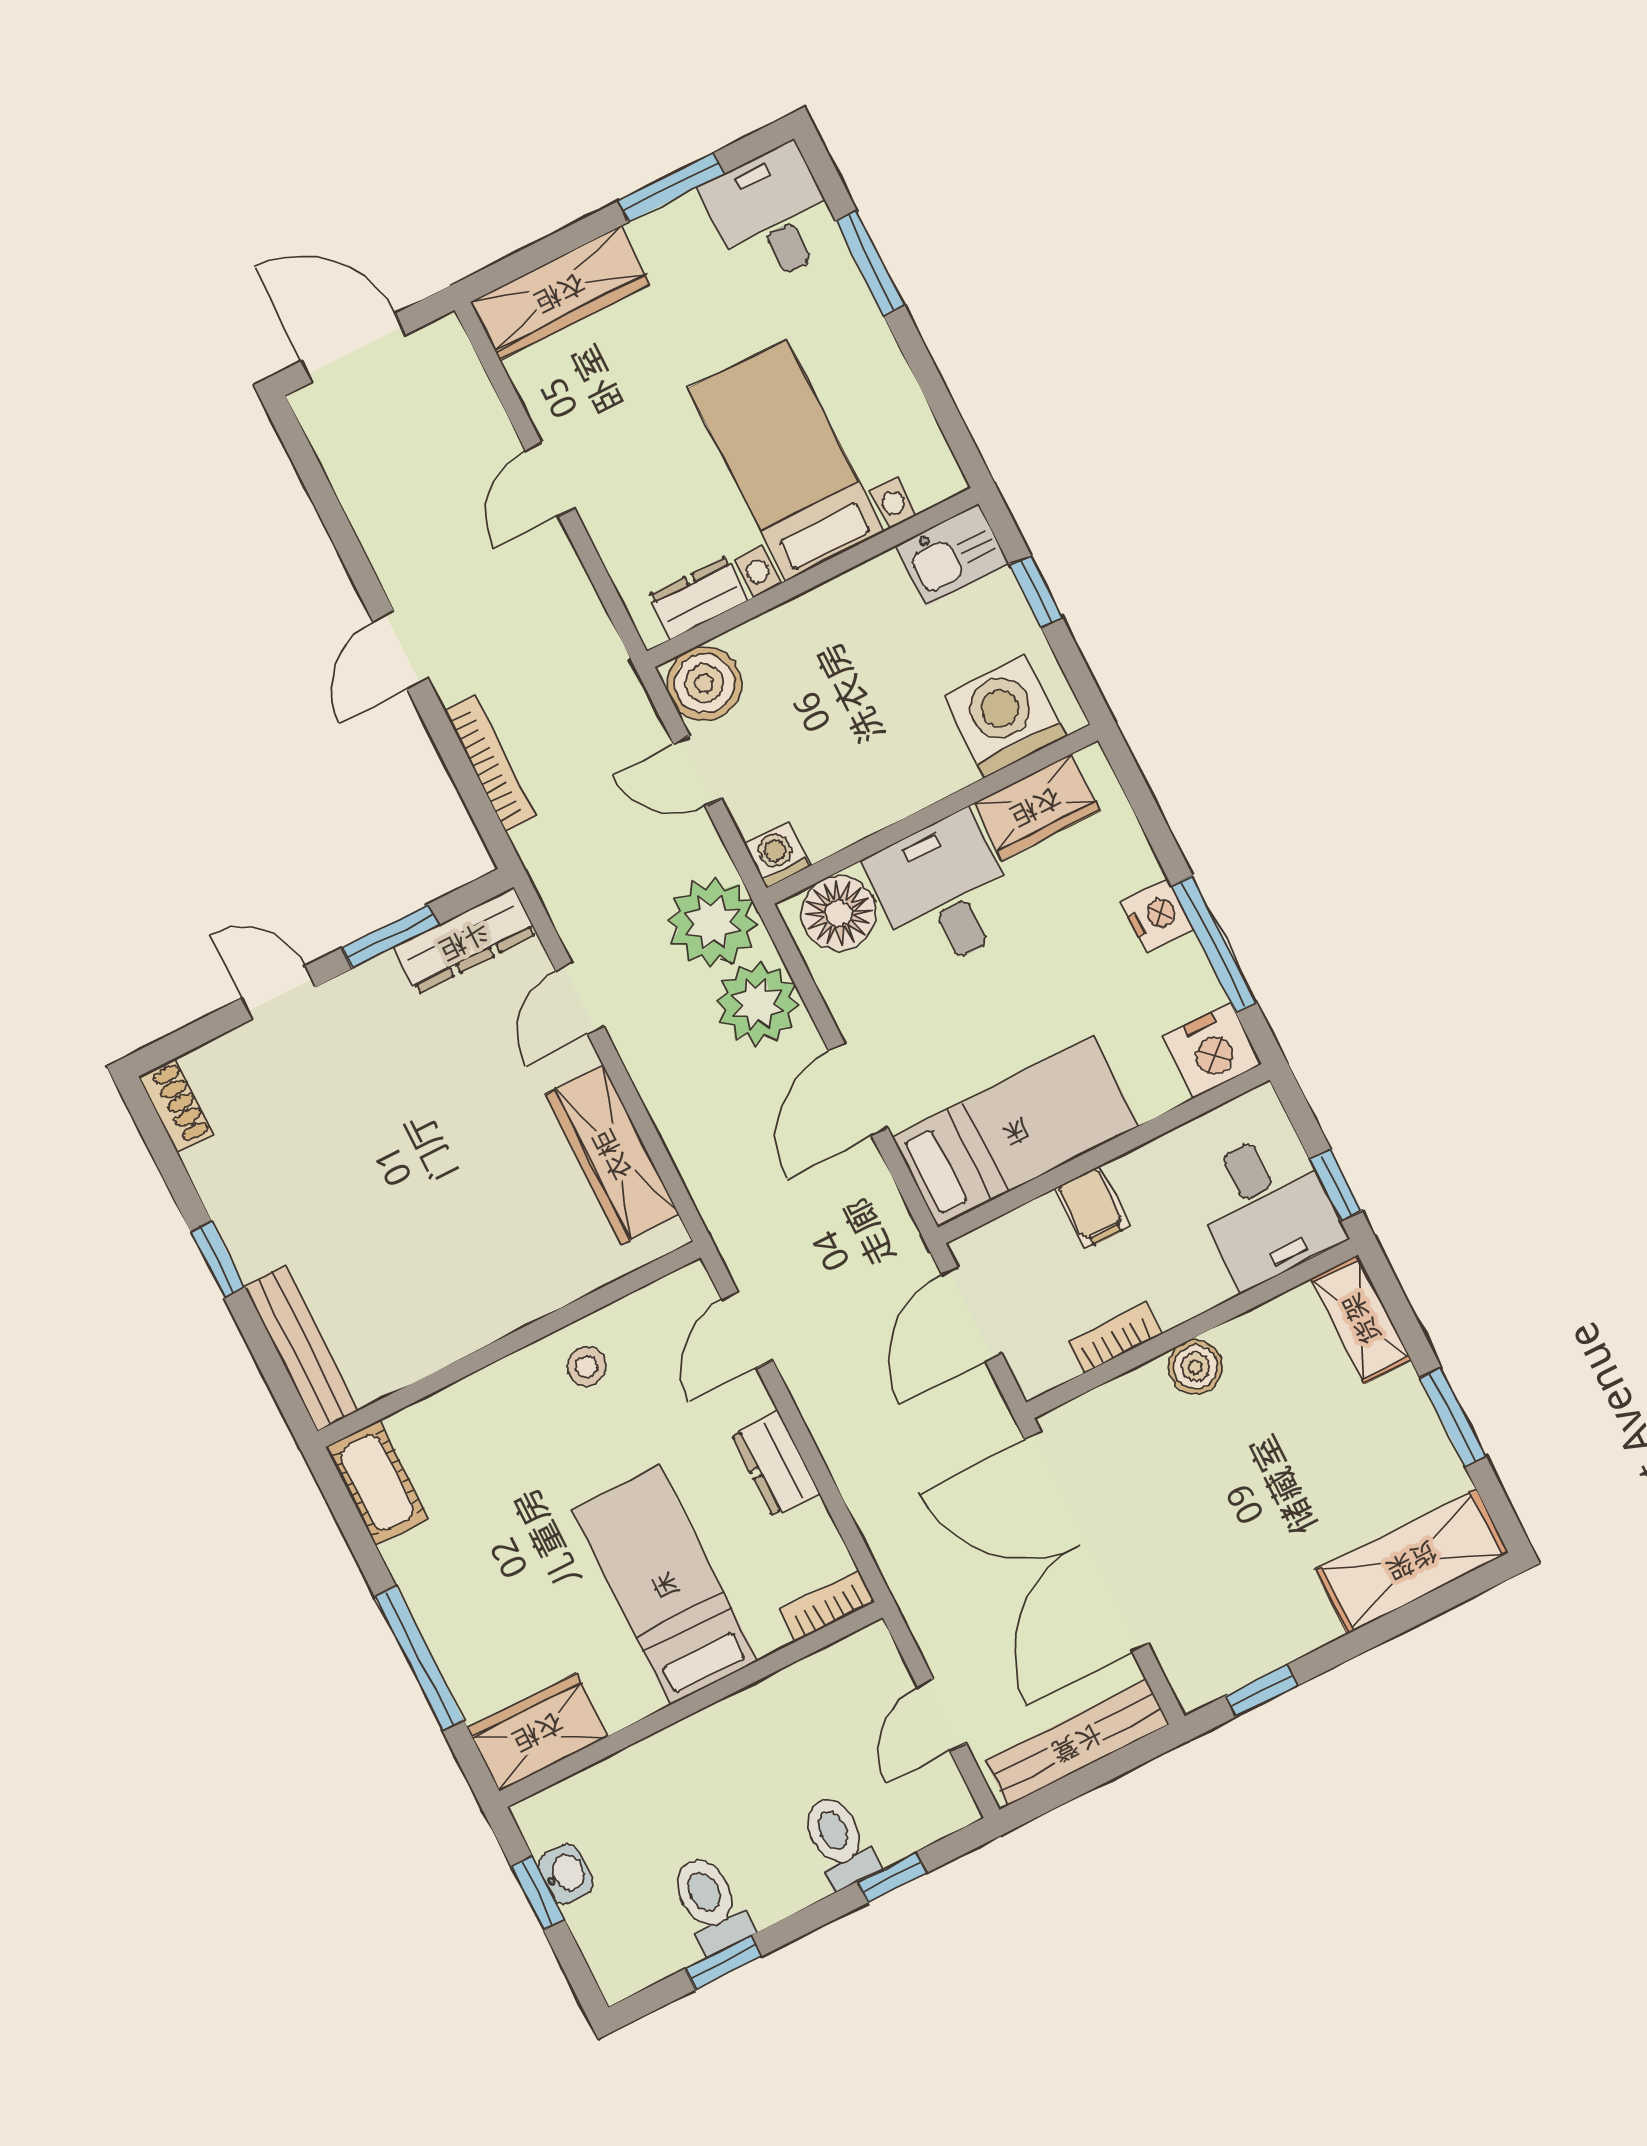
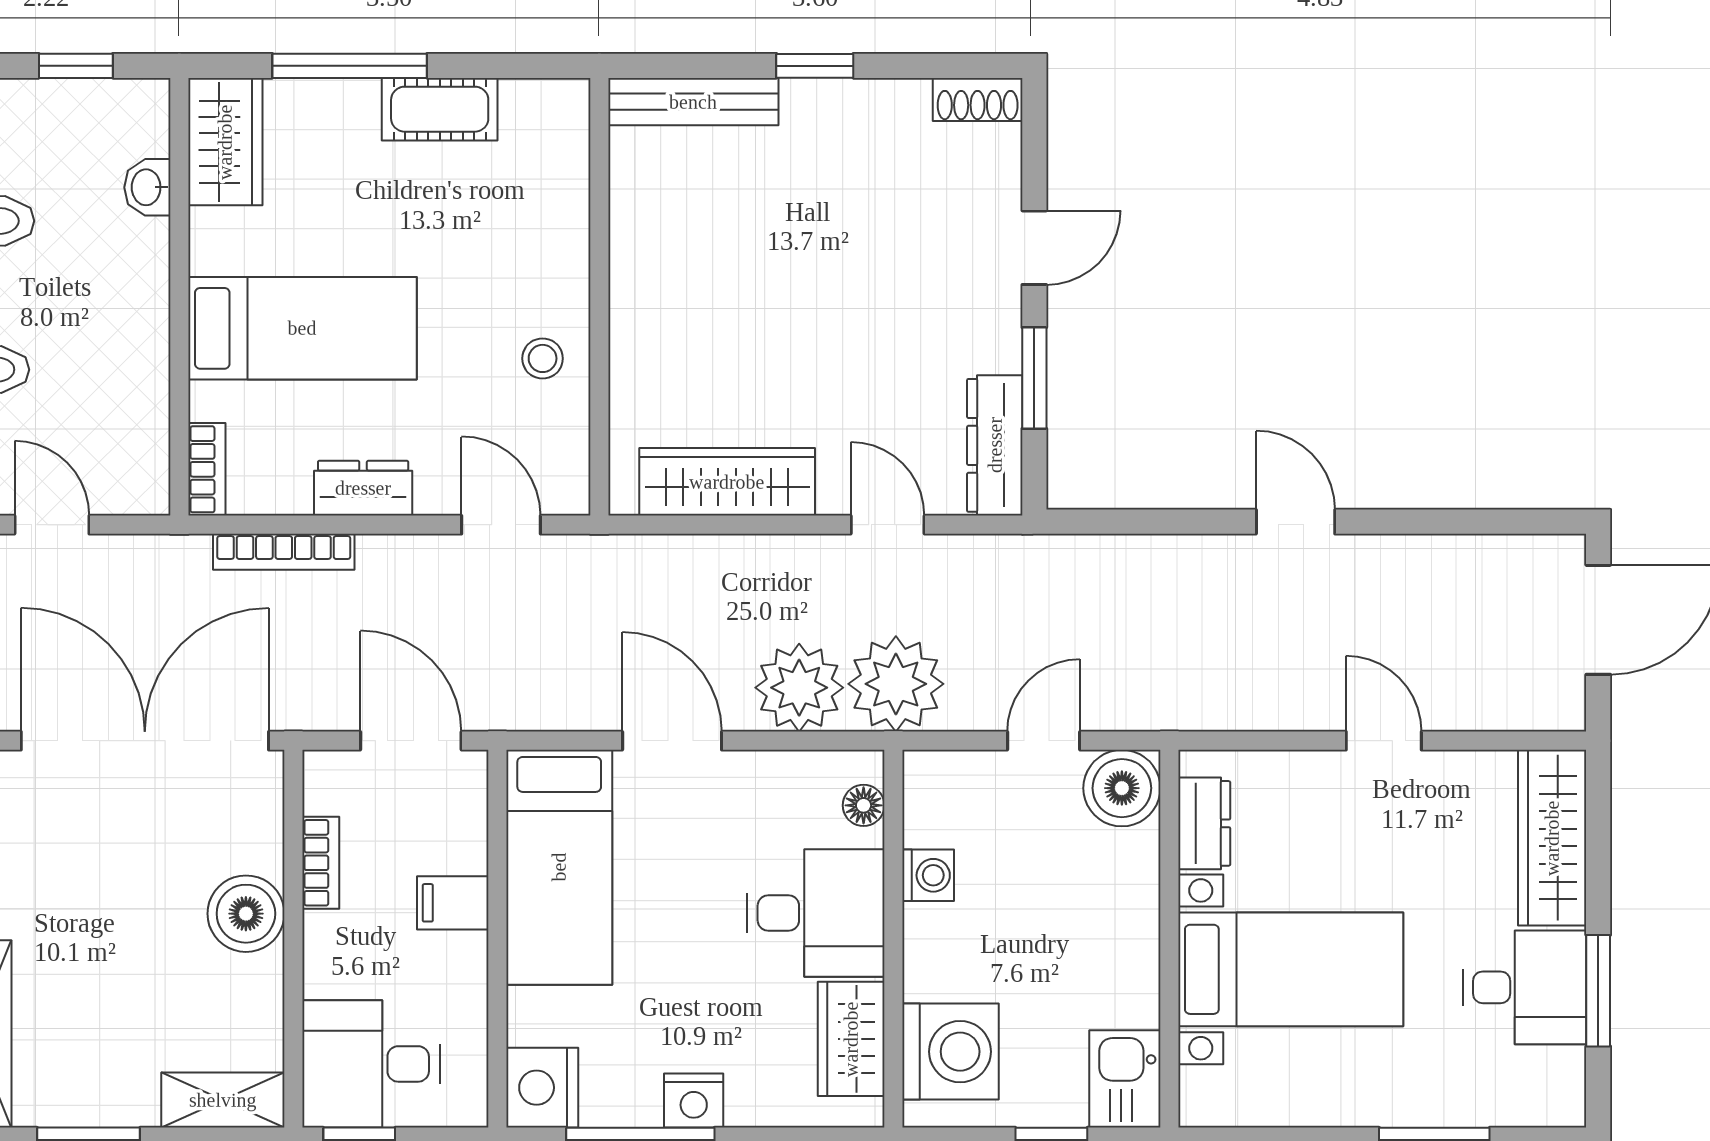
desk: (772, 216) -> (1525, 987), moved
bookcase: (490, 764) -> (284, 552), moved
washing machine: (777, 855) -> (928, 875), moved
floor lamp: (839, 913) -> (864, 805), width x0.53, depth x0.53
boiler: (1195, 1367) -> (246, 914), width x1.36, depth x1.36
cot: (377, 1483) -> (440, 109), moved
washbasin: (566, 1874) -> (147, 187), moved, turned 90

